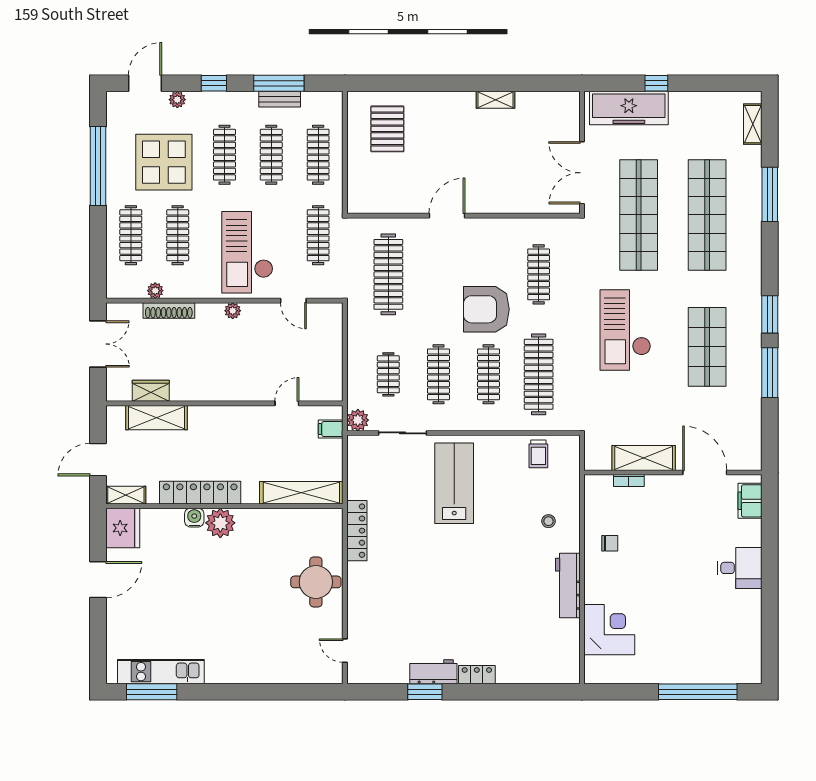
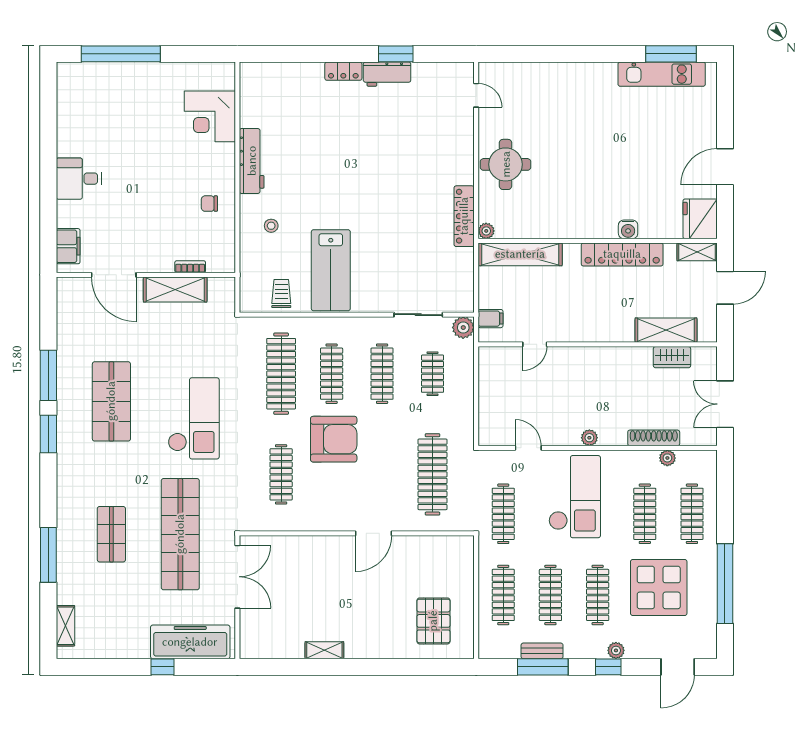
plant: (177, 100) -> (616, 650), moved
shop shelf: (707, 215) -> (111, 534), width x0.50, depth x0.74
lab bench: (454, 483) -> (331, 270), moved
plant: (220, 523) -> (486, 231), moved, width x0.53, depth x0.53

